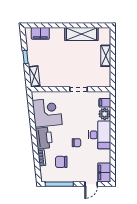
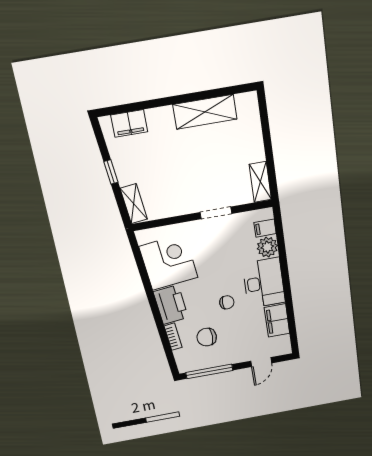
shelving: (106, 56) -> (260, 182), moved
filing cabinet: (104, 172) -> (277, 320), moved

